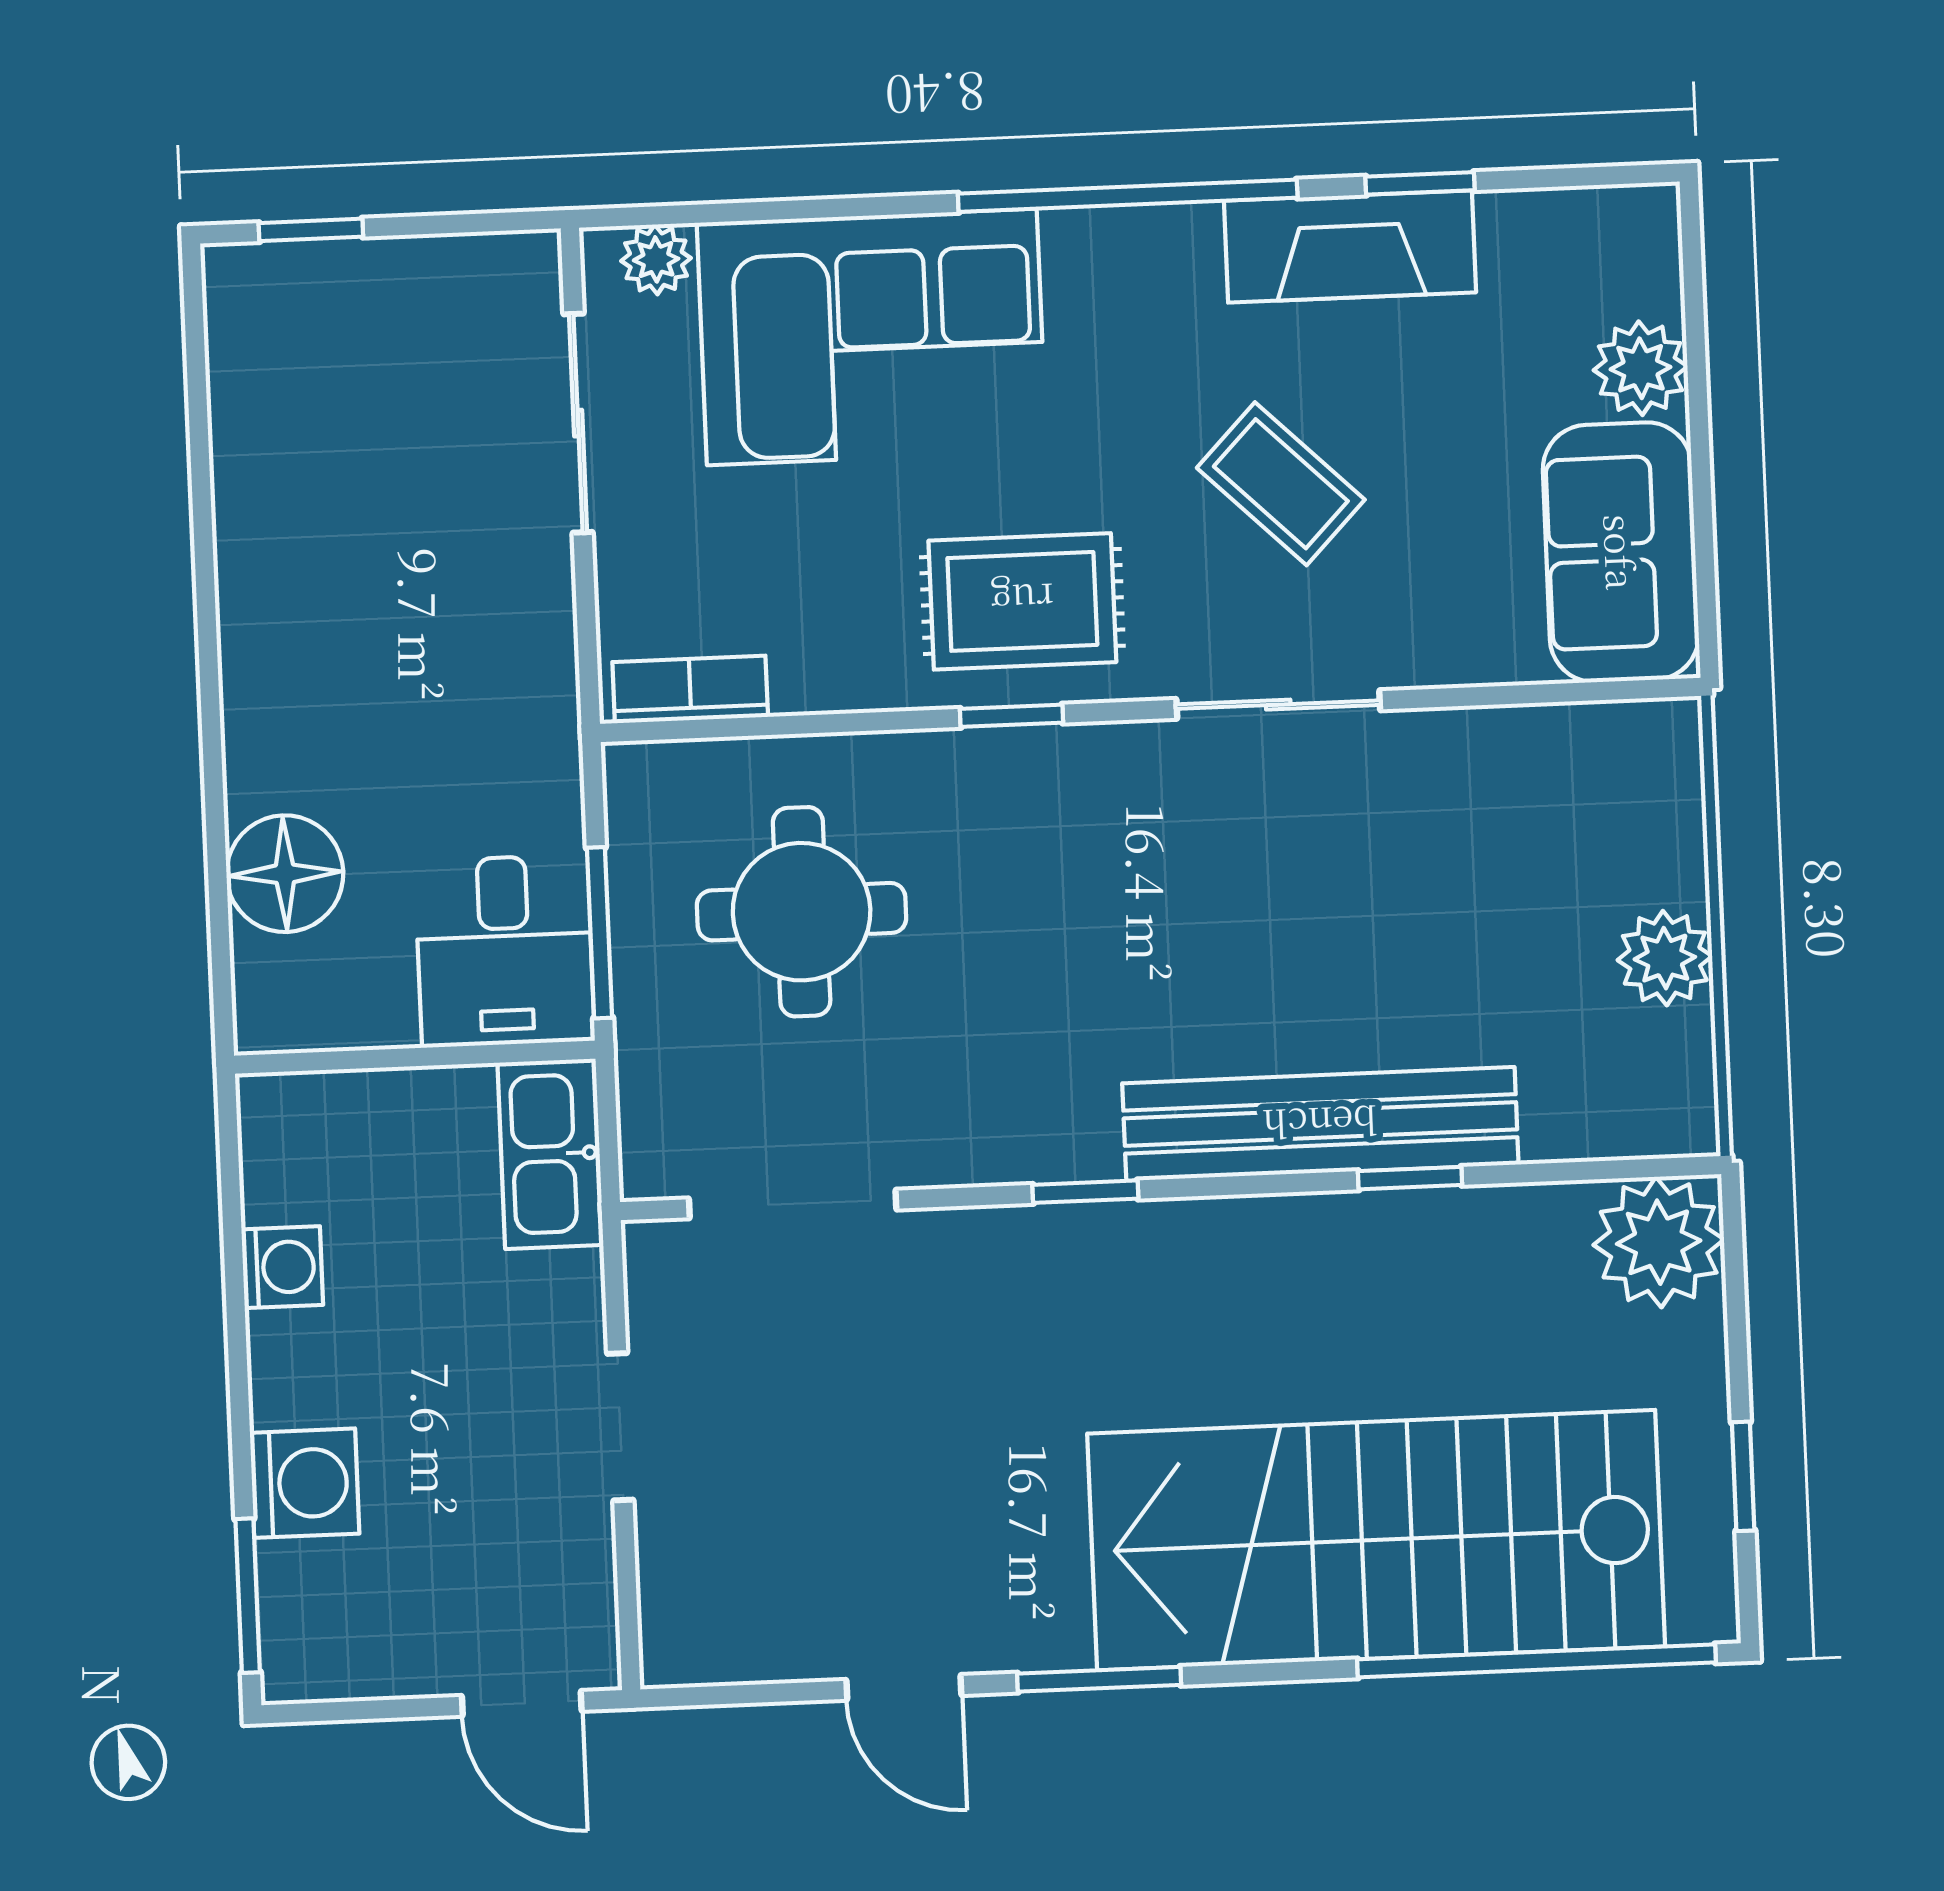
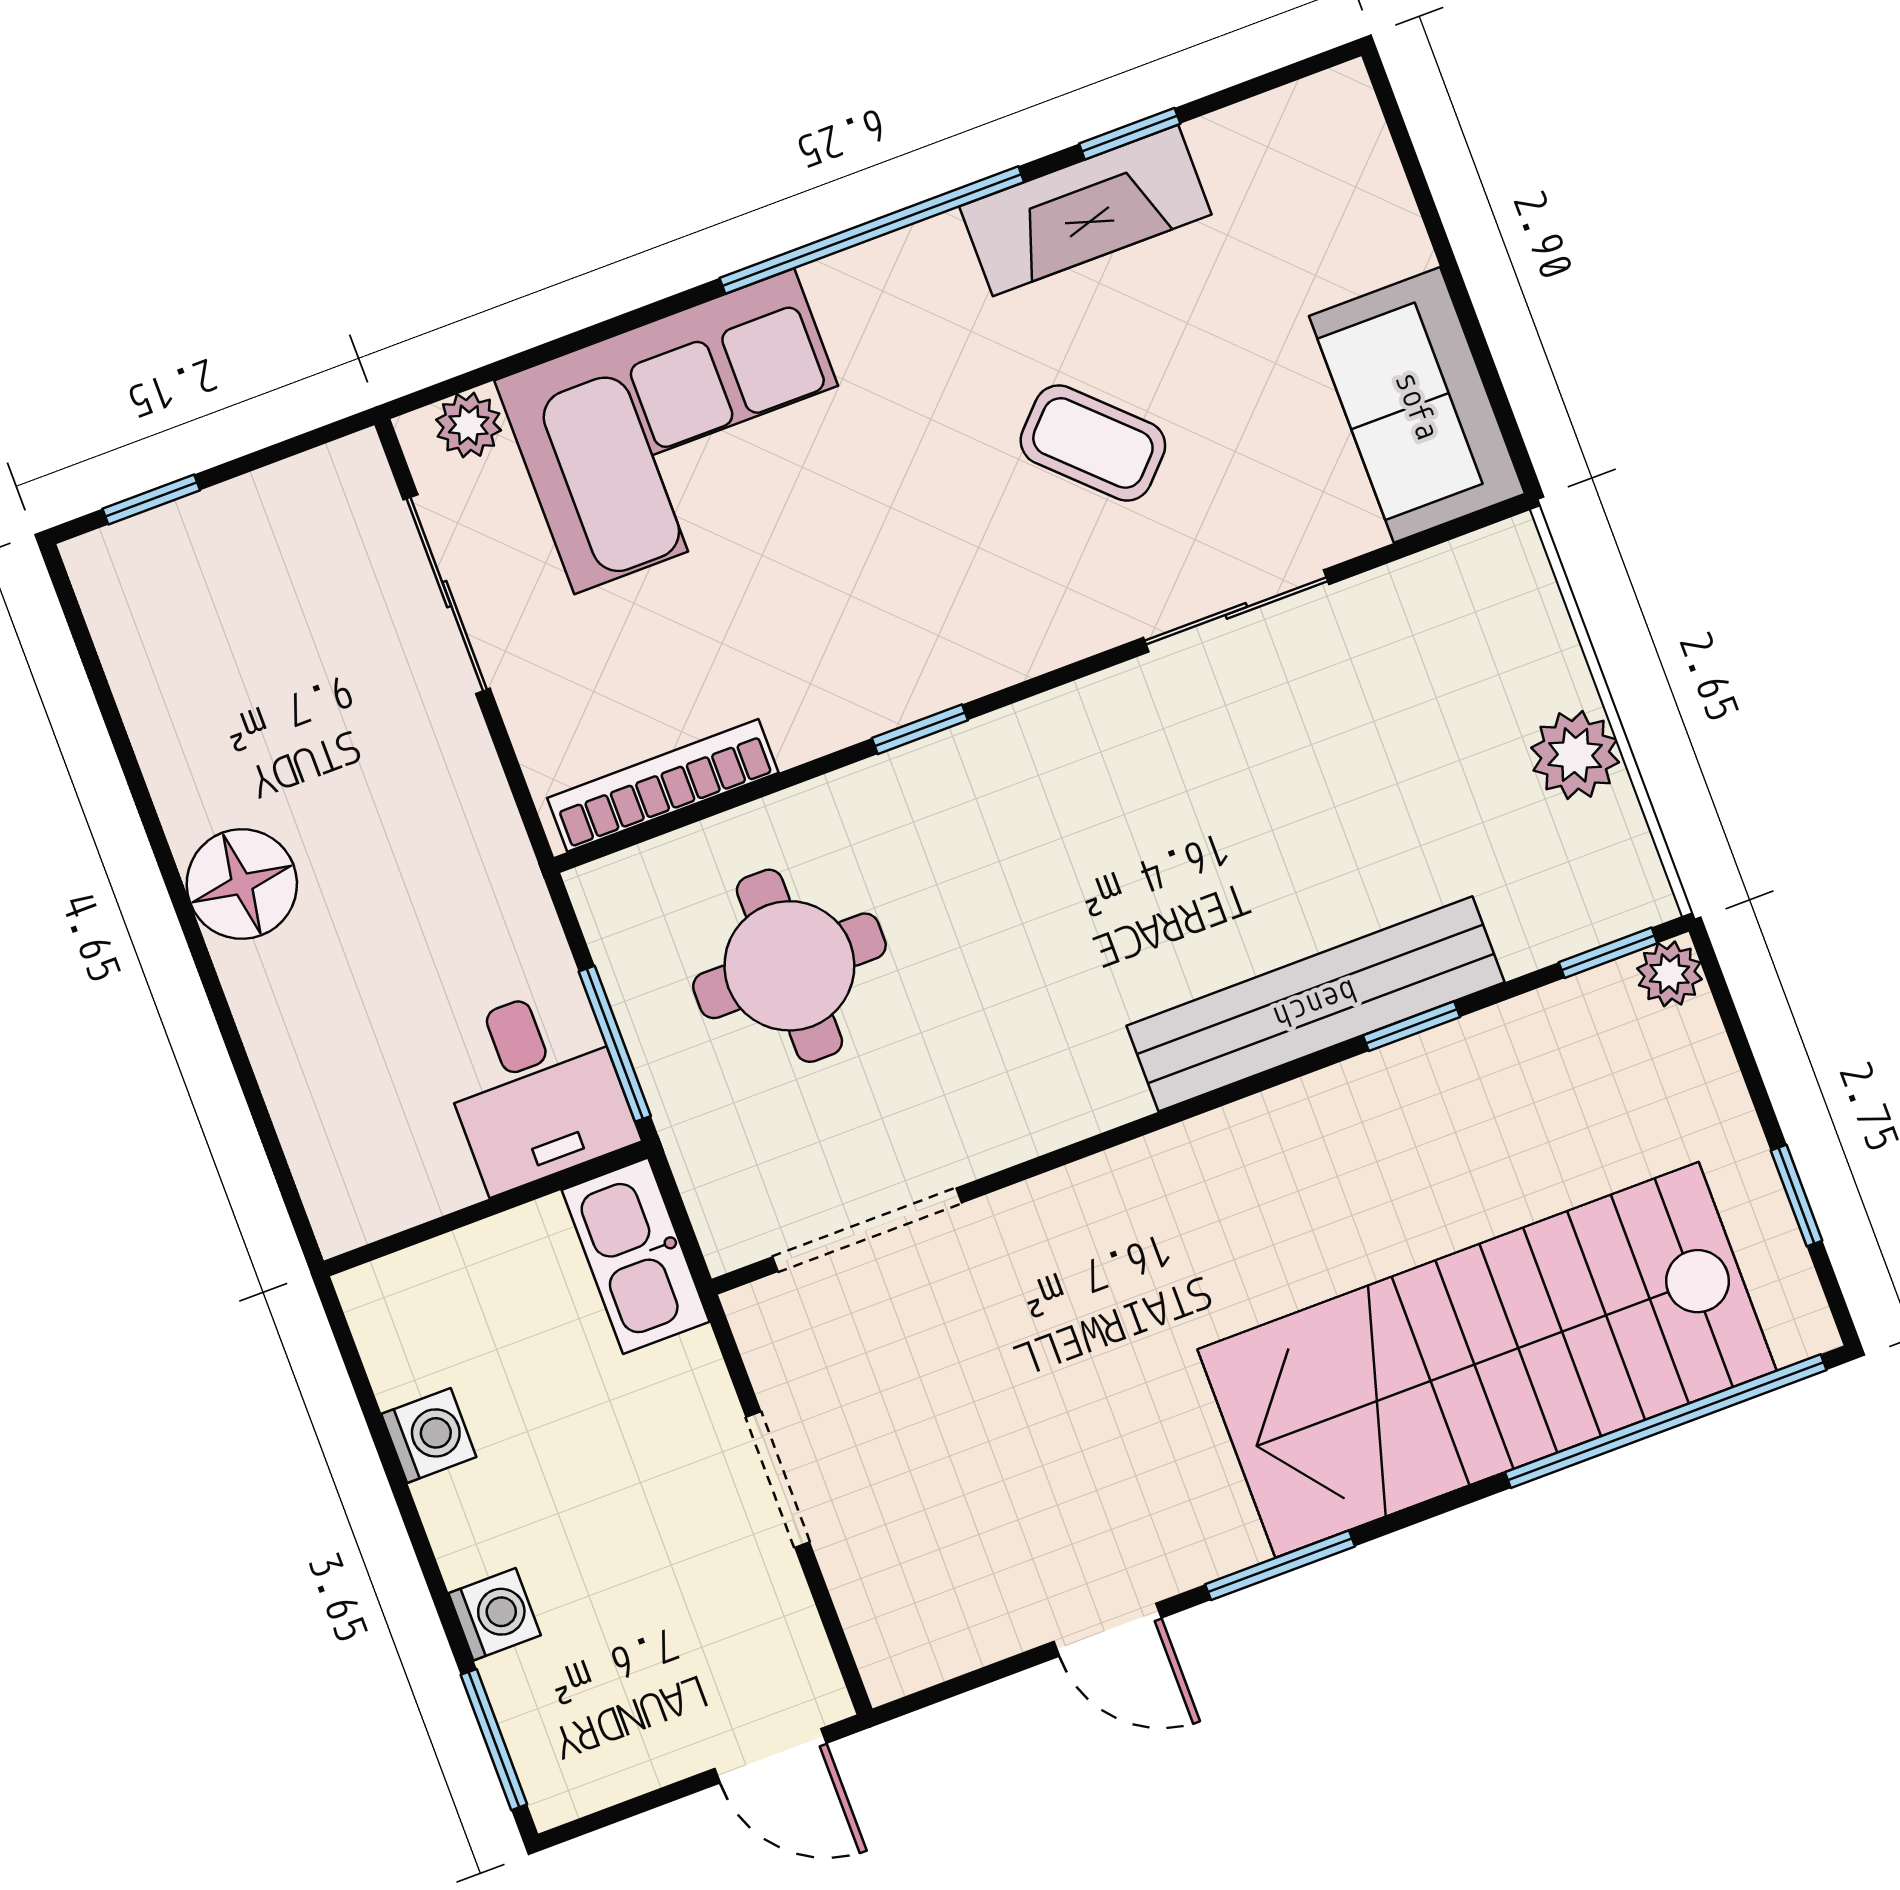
plant: (1641, 368) -> (1381, 234), removed
rug: (1022, 601) -> (896, 624), removed
bookcase: (690, 689) -> (663, 785), width x1.56
sliding door: (1278, 705) -> (1236, 611), moved
floor lamp: (285, 874) -> (242, 884), moved
window: (1085, 1192) -> (1608, 953), moved
plant: (1659, 1242) -> (1670, 974), width x0.53, depth x0.53
washing machine: (305, 1483) -> (495, 1614), width x0.73, depth x0.73

